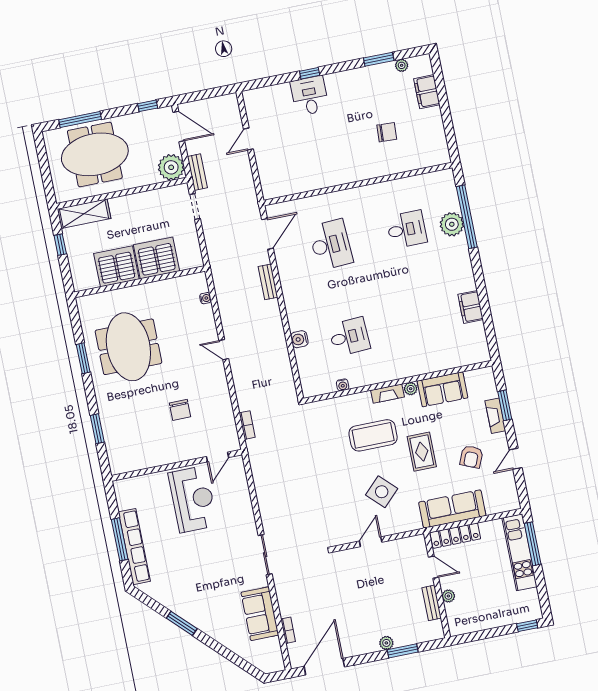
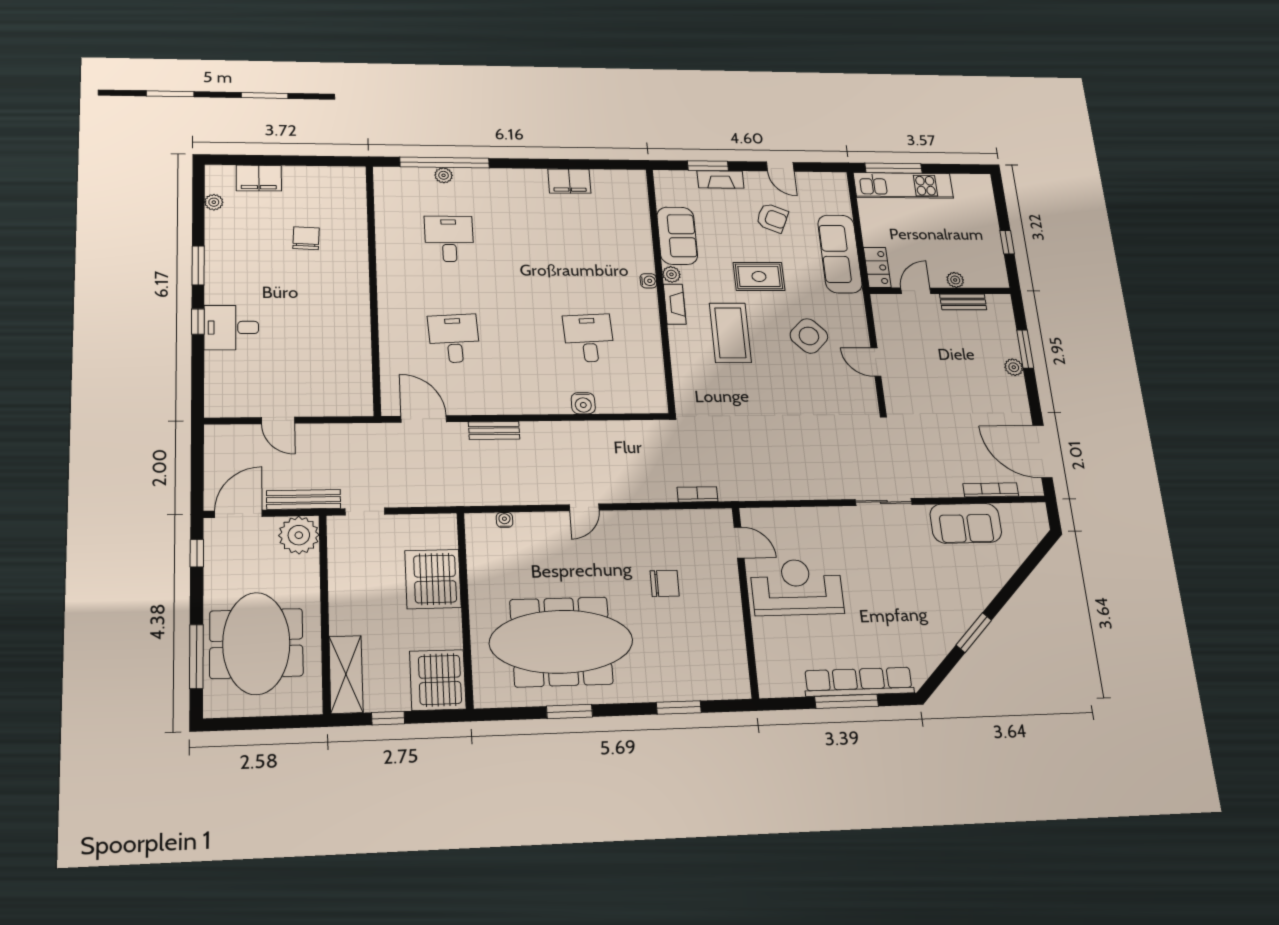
window: (379, 59) -> (198, 265), moved
bench: (197, 172) -> (304, 500), width x1.36
plant: (452, 224) -> (444, 175), width x0.53, depth x0.53
desk: (331, 245) -> (454, 339), width x0.73
server rack: (116, 266) -> (438, 680), moved
meeting table: (128, 347) -> (561, 642), width x1.36
water cooler: (343, 385) -> (648, 281), moved
locker: (455, 536) -> (877, 267), width x0.66
window: (527, 626) -> (1007, 242), moved
bookcase: (288, 630) -> (991, 490), width x1.56

